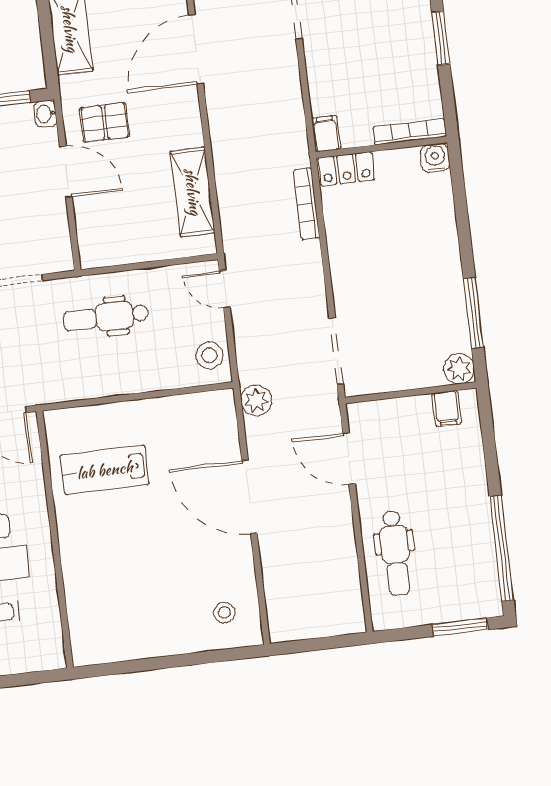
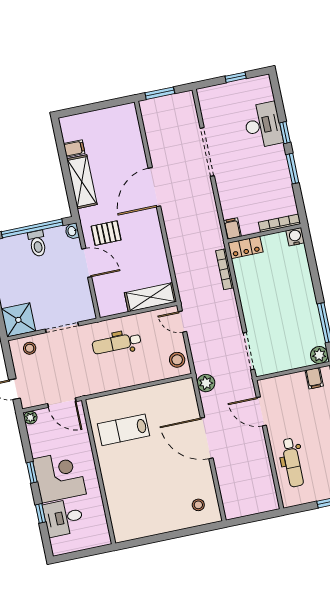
shelving: (193, 192) -> (150, 297), moved, turned 90

